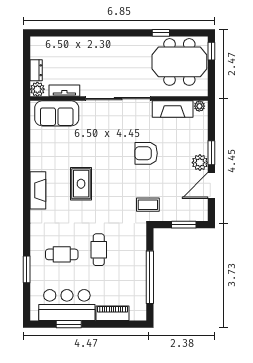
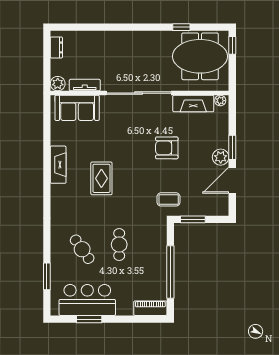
dresser: (36, 70) -> (56, 47), moved
fireplace: (38, 190) -> (58, 165), moved
window: (184, 225) -> (193, 219), moved
cafe table: (62, 254) -> (82, 249), turned 55
window: (27, 269) -> (47, 276), moved
piano: (113, 313) -> (150, 308), moved

